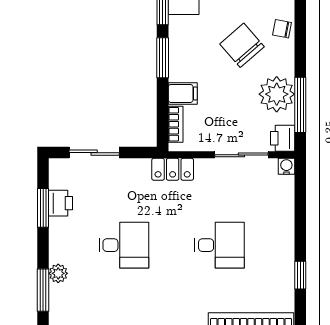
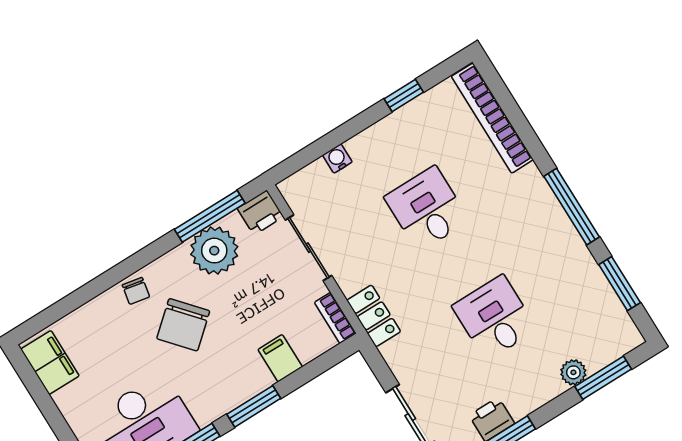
bookcase: (176, 124) -> (335, 318), moved, turned -90
water cooler: (286, 166) -> (337, 159), moved, turned 90

